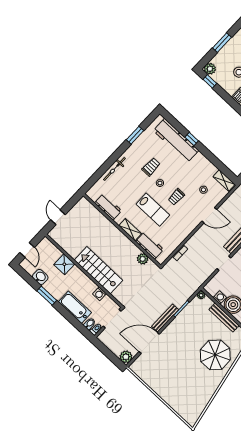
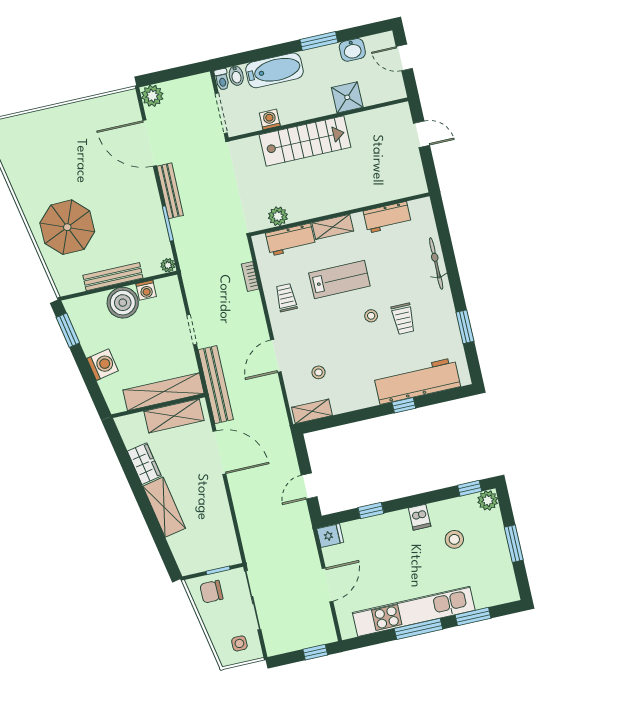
trolley: (176, 197) -> (286, 298), moved
lab bench: (153, 210) -> (339, 279), turned 180
door: (149, 343) -> (150, 143), swing flipped

